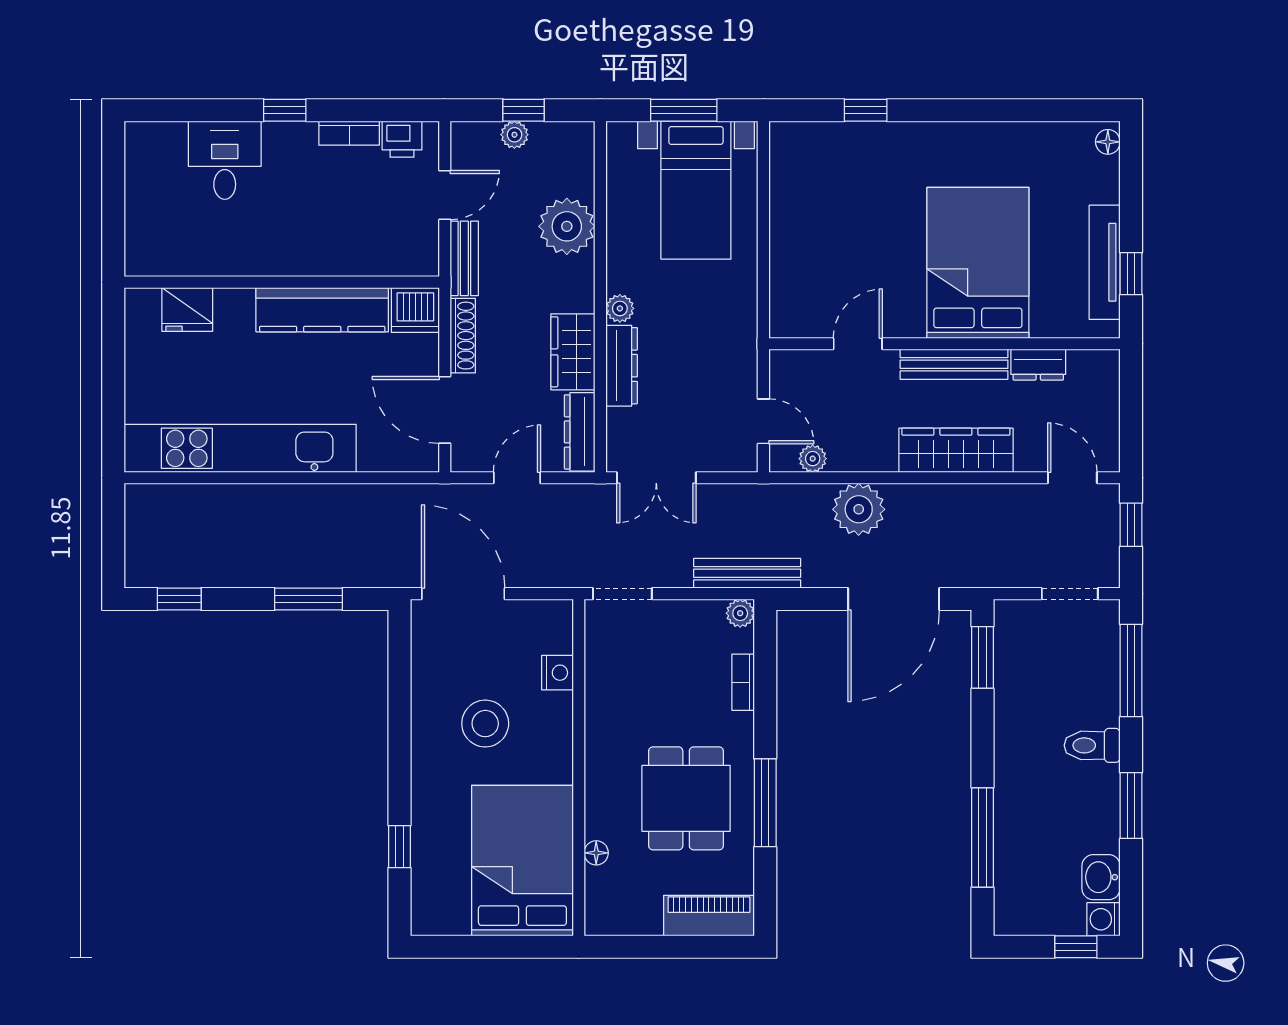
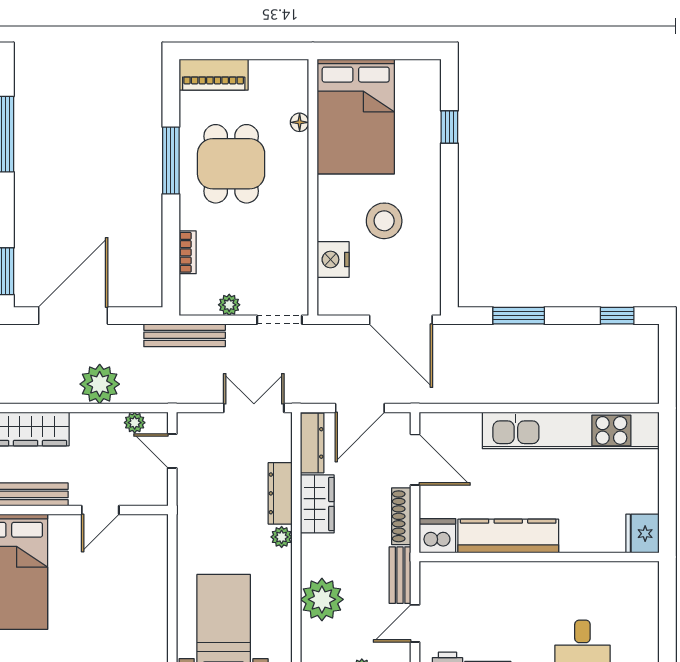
fridge: (187, 309) -> (642, 534), moved, turned -90
door: (517, 478) -> (360, 408), width x1.37
plant: (740, 613) -> (229, 305), moved
nightstand: (557, 673) -> (333, 260), width x1.36, depth x1.33

